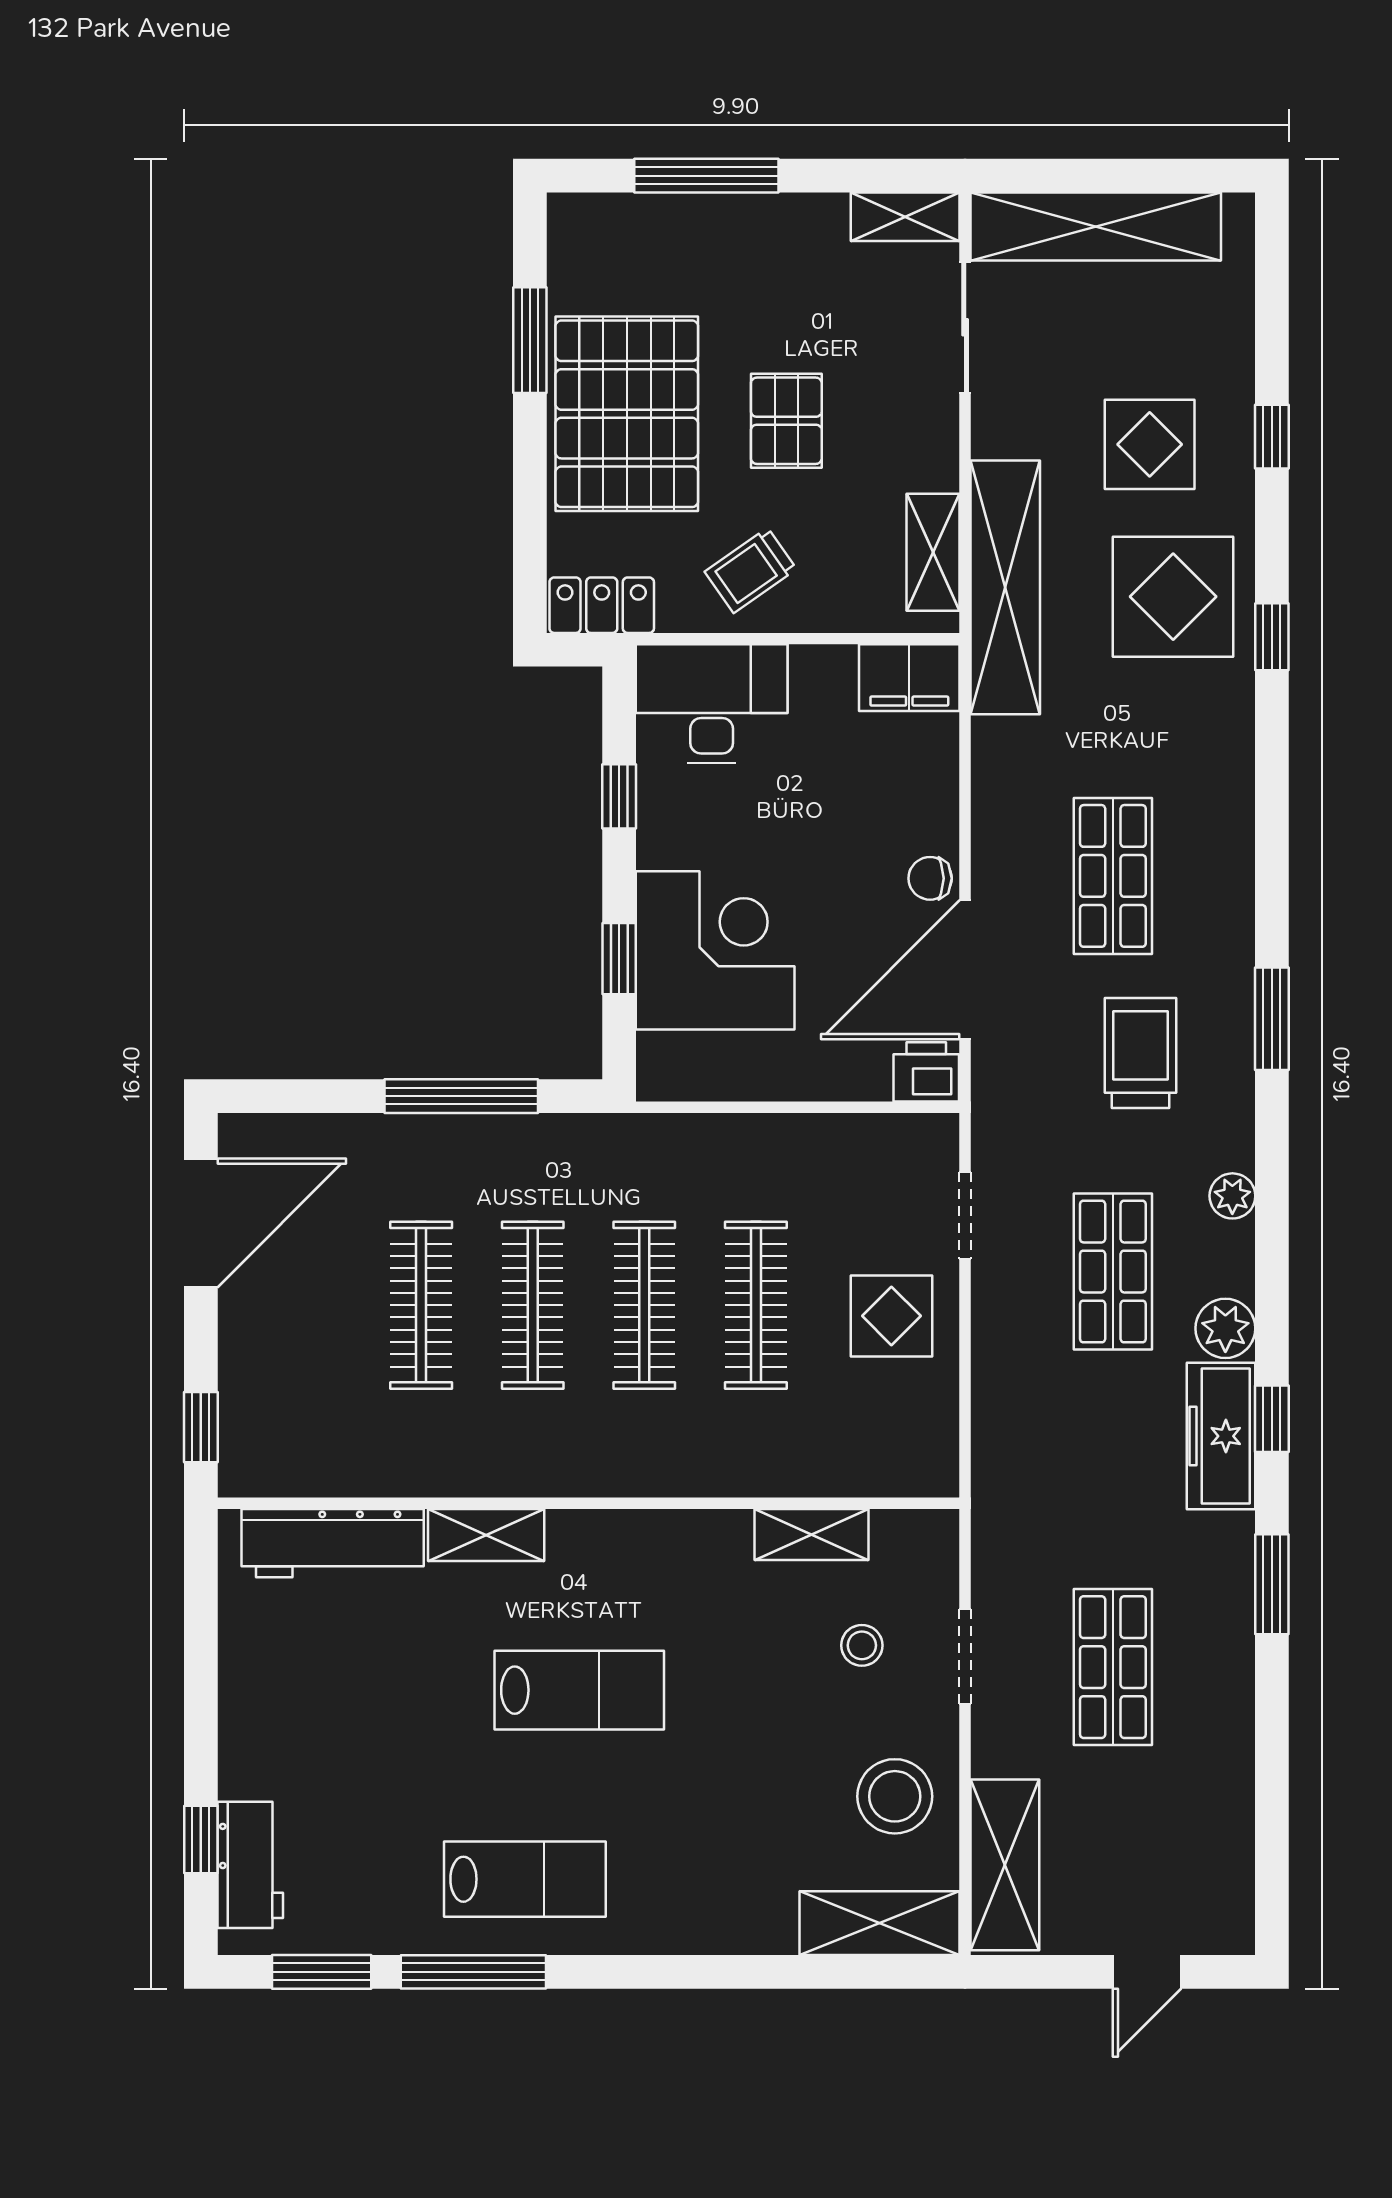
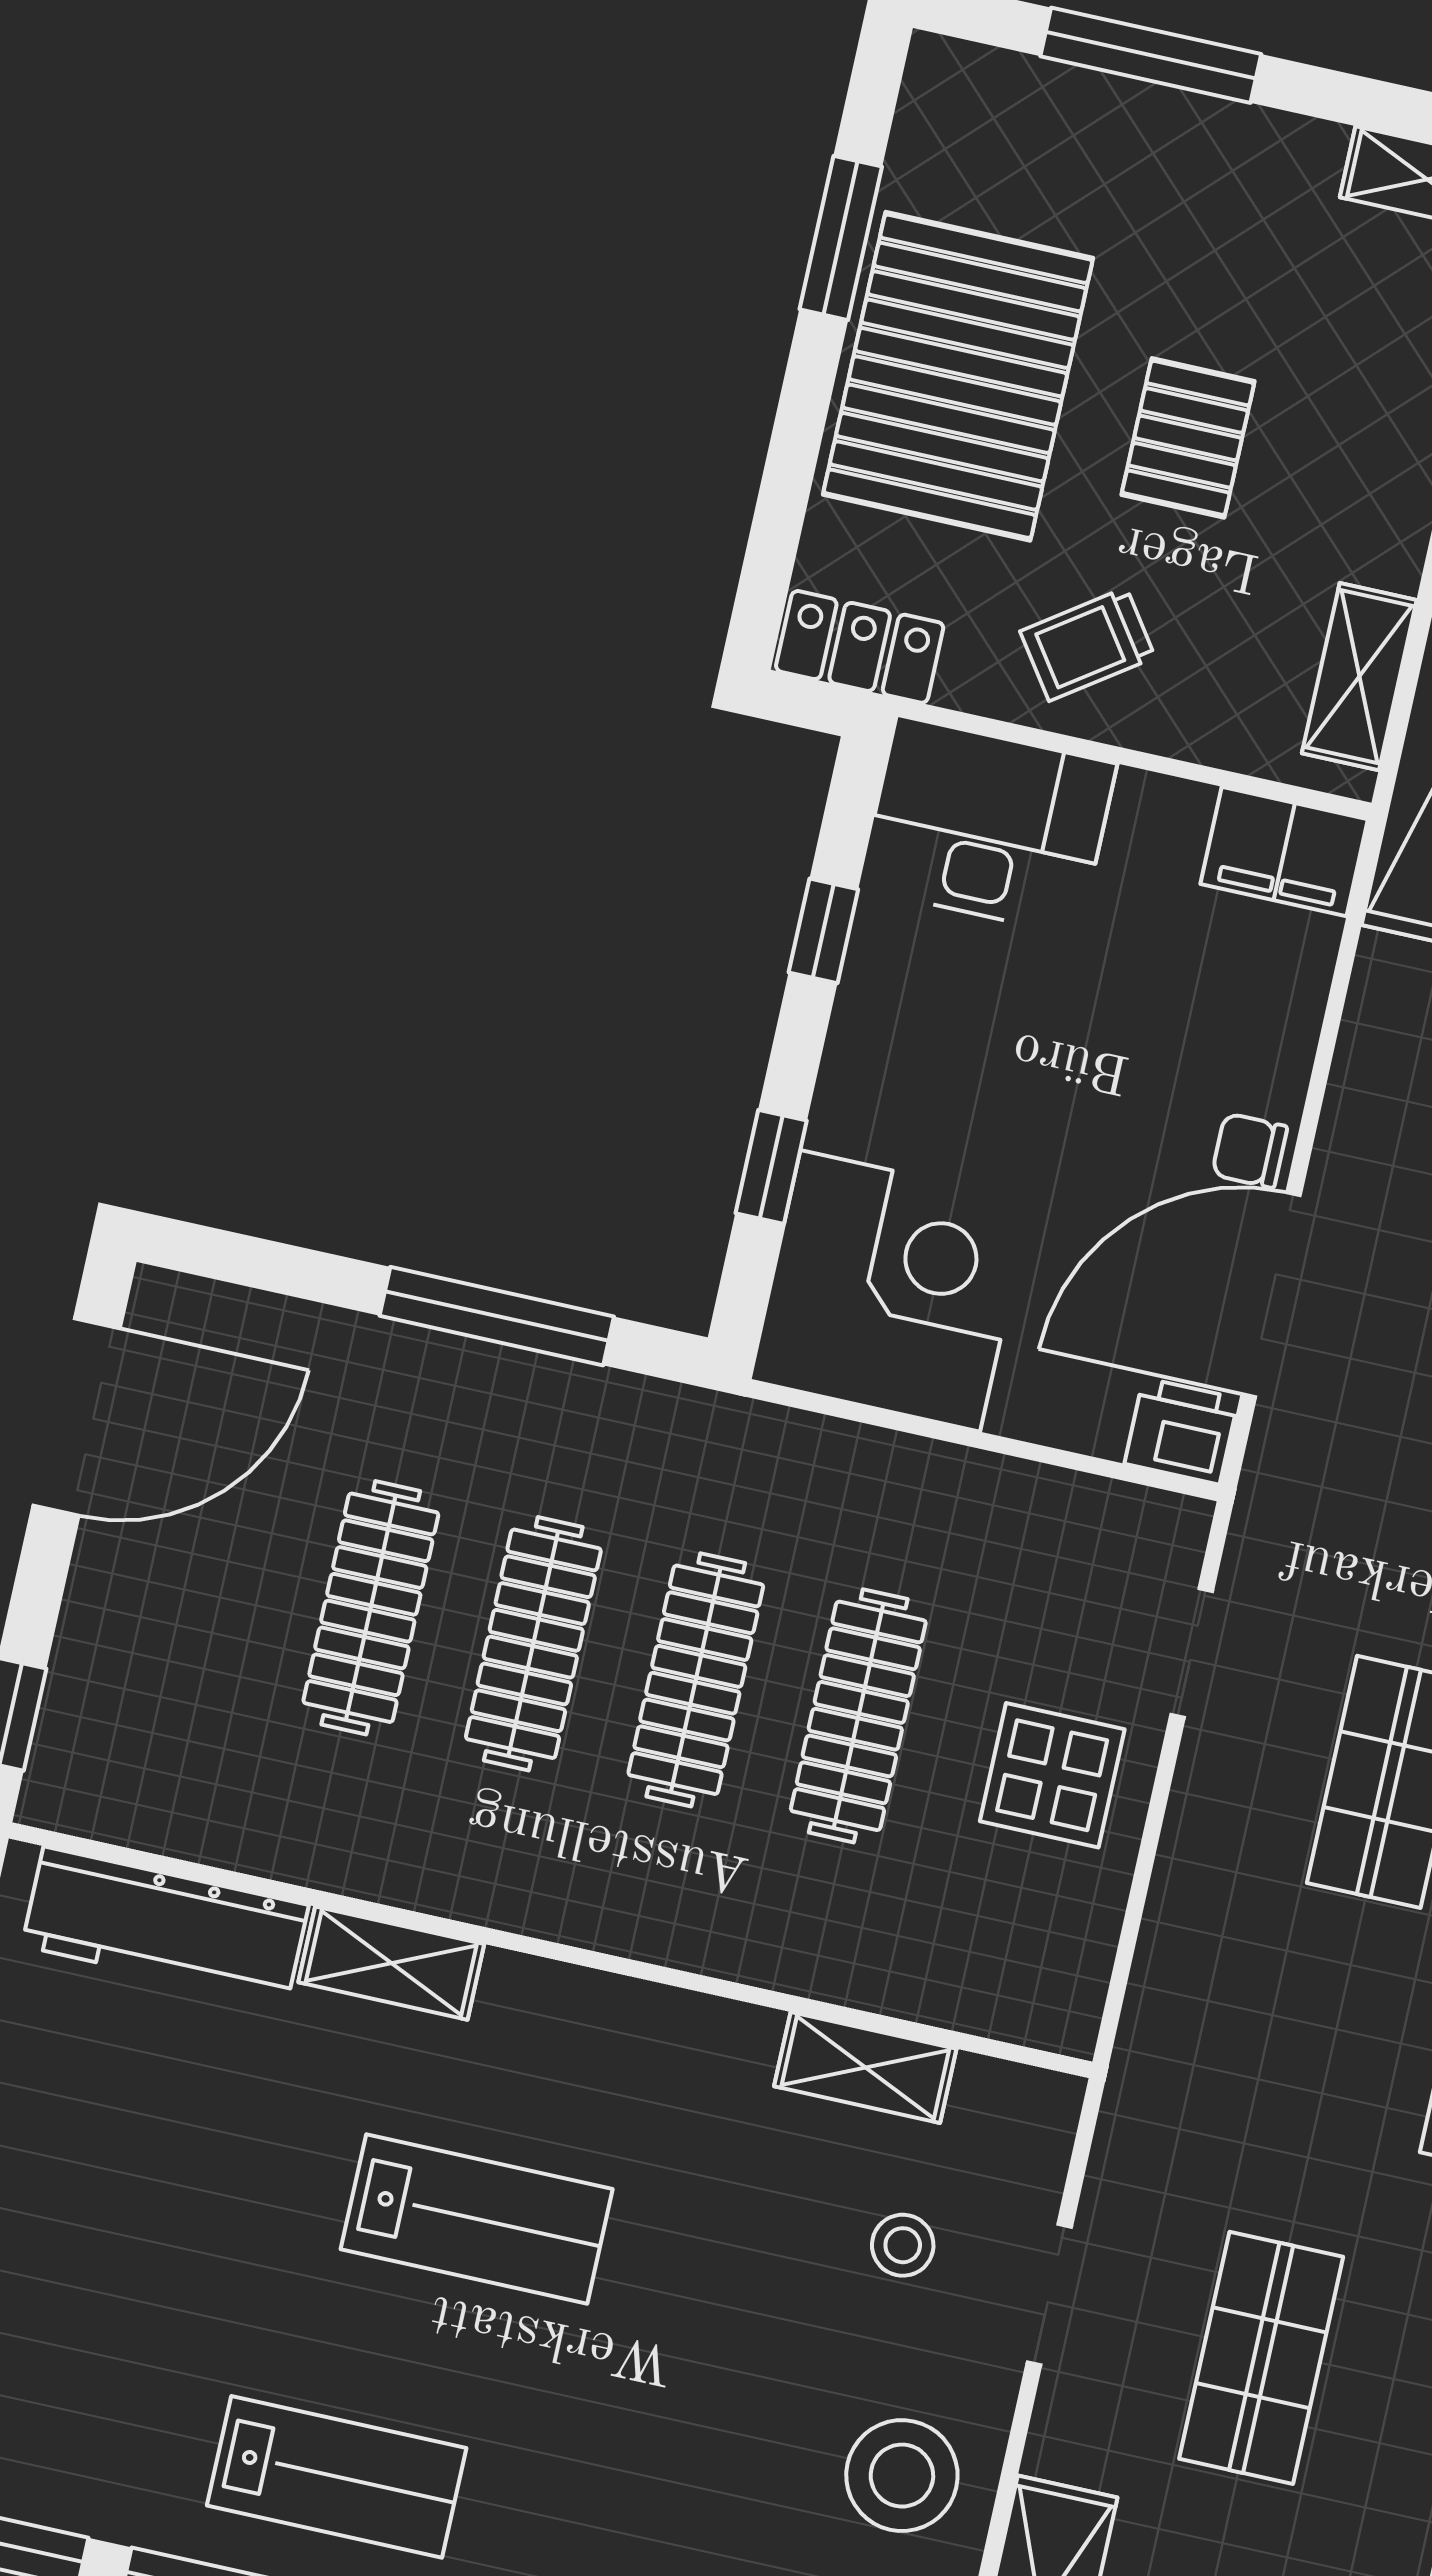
corner desk: (715, 950) -> (890, 1291), moved

